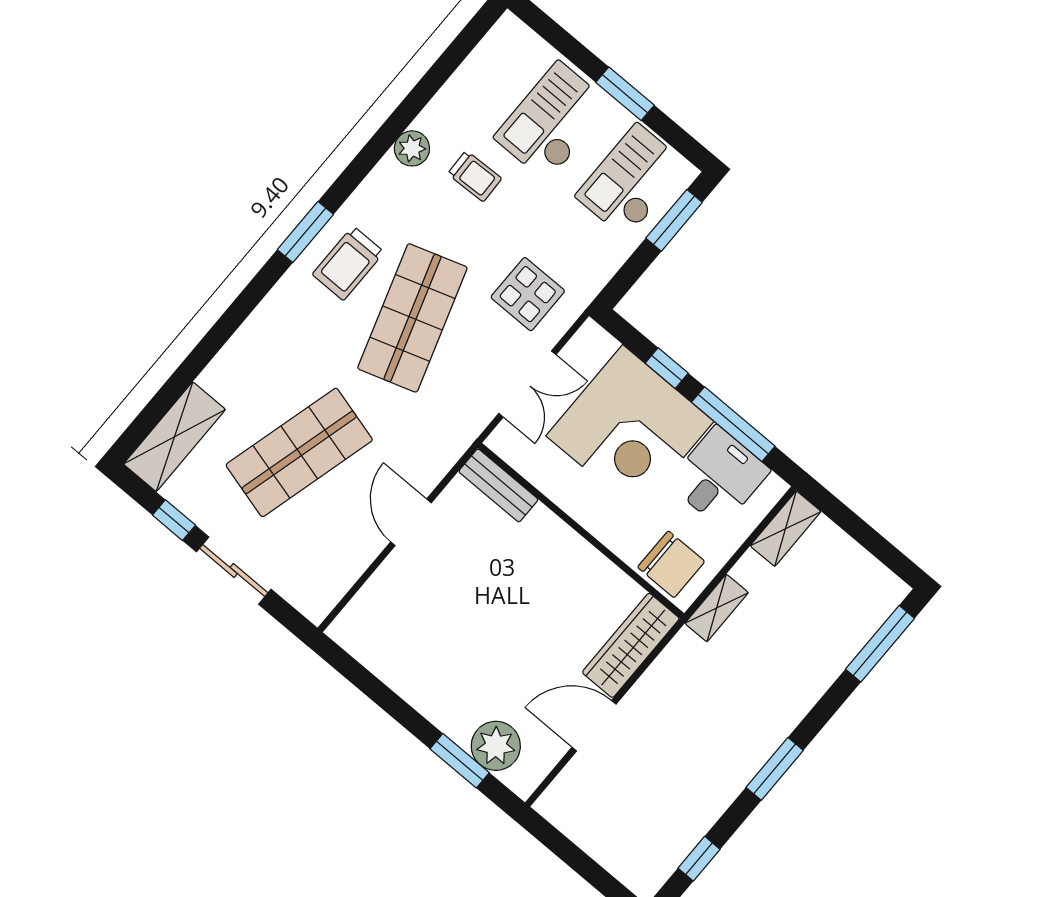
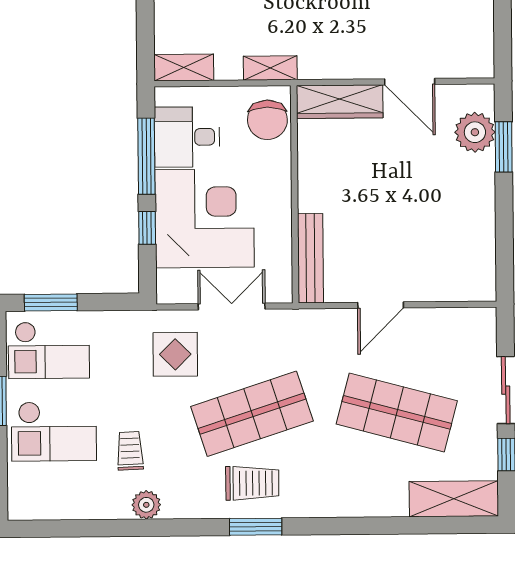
bench: (498, 485) -> (311, 258), width x1.36
chair: (671, 564) -> (267, 120), turned 180

